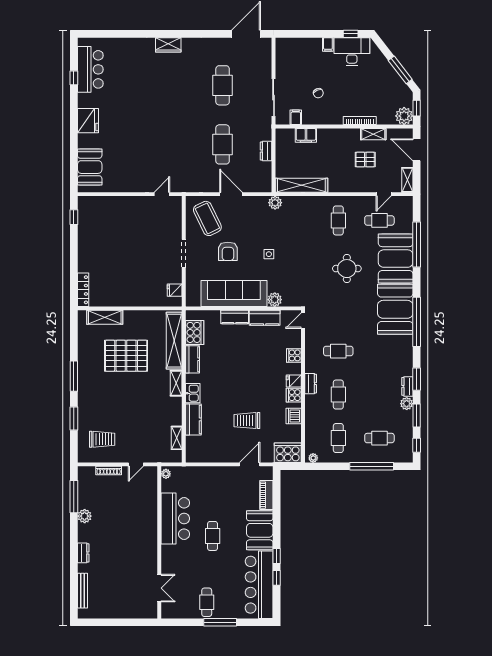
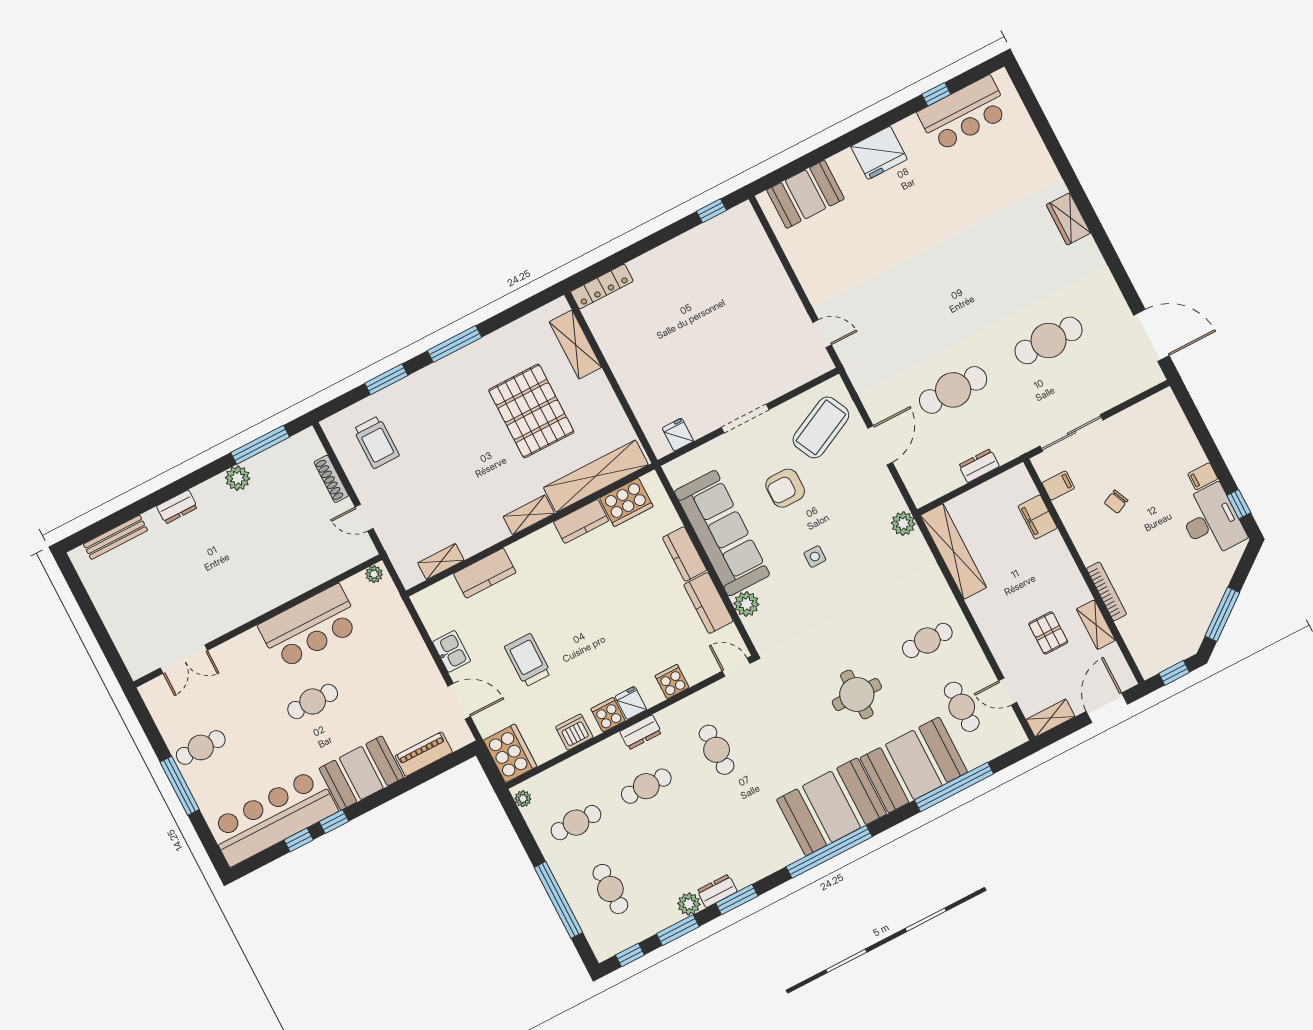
plant: (404, 116) -> (1151, 659), removed
kitchen sink: (193, 393) -> (452, 651), moved, turned -90

